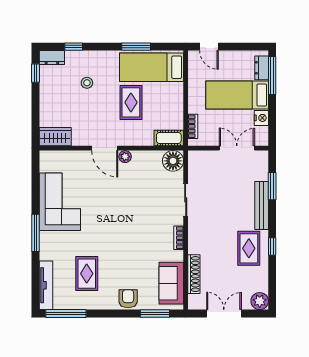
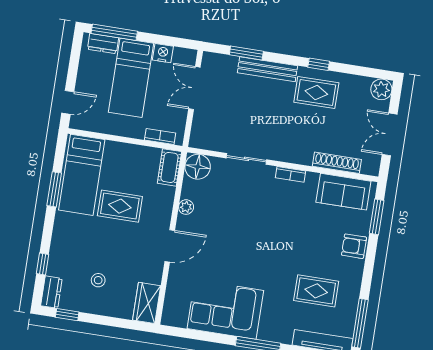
stool: (87, 83) -> (98, 280), moved
plant: (125, 157) -> (186, 207), moved

